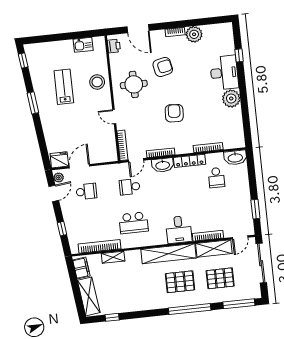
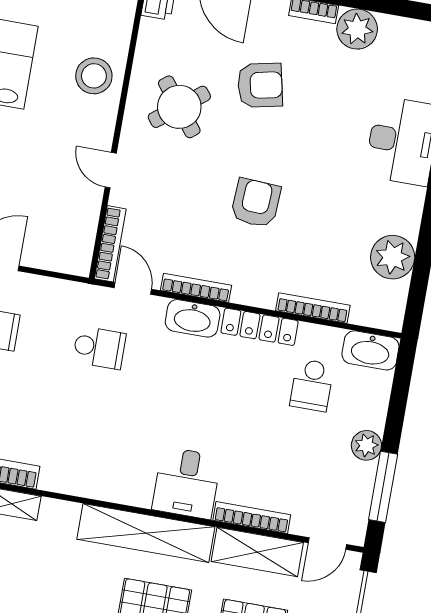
round table: (134, 84) -> (179, 107), turned -38
plant: (231, 99) -> (393, 257), moved
door: (136, 160) -> (133, 289), swing flipped
school desk: (130, 187) -> (99, 348), turned 180
plant: (244, 195) -> (366, 445), added
window: (255, 209) -> (383, 487), width x1.44
school desk: (134, 223) -> (84, 436), removed

